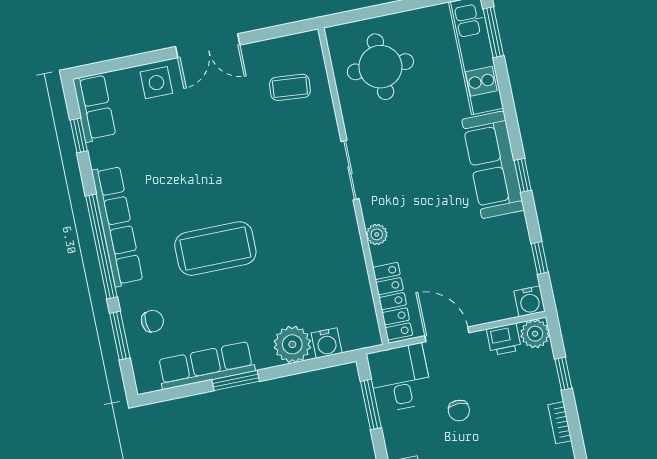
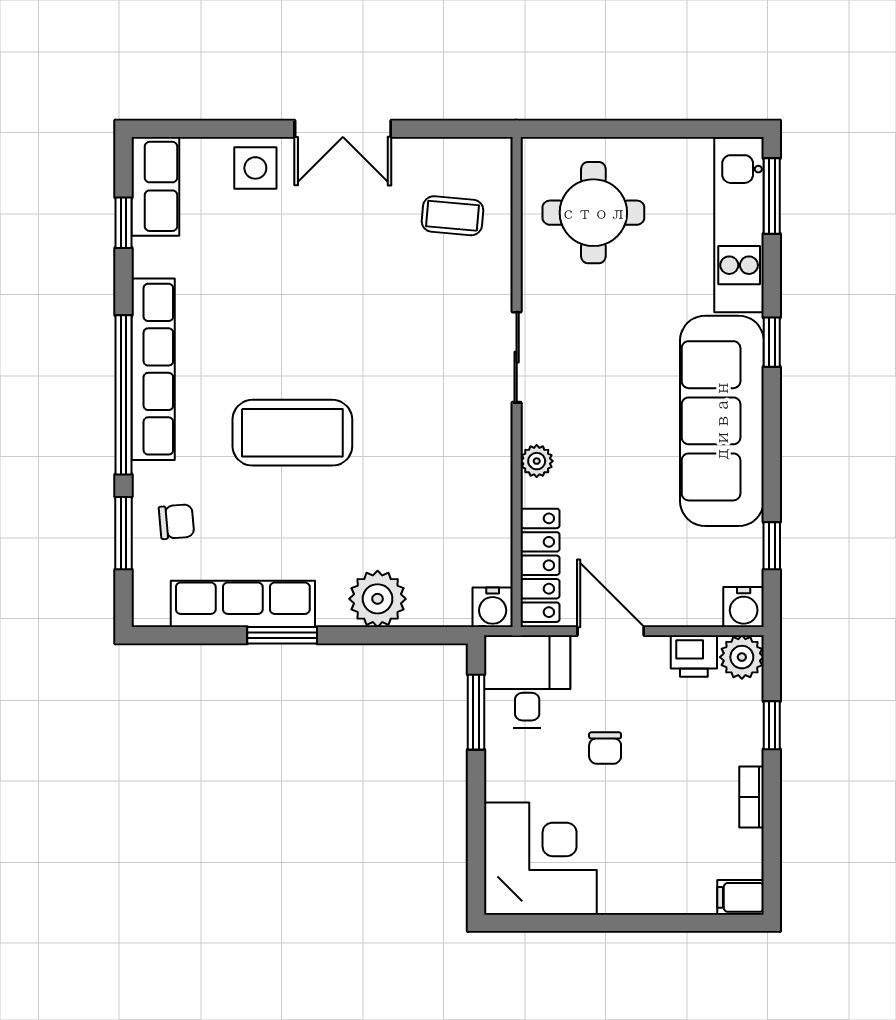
sofa: (493, 165) -> (722, 421), width x1.36, depth x1.27
window: (523, 175) -> (772, 342), moved
water cooler: (327, 343) -> (493, 607), moved

